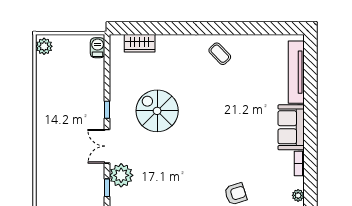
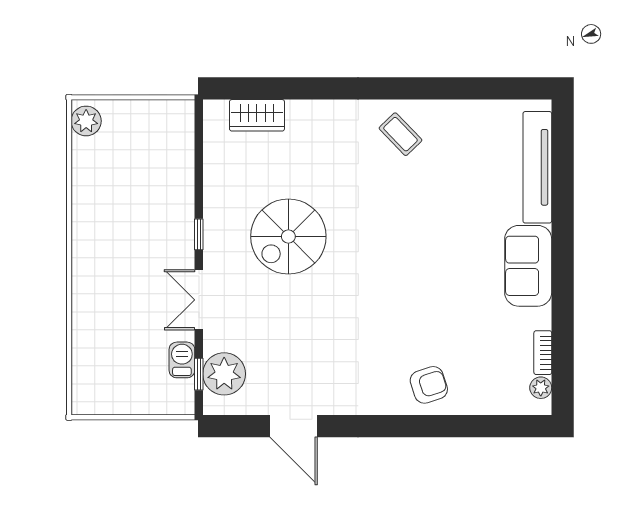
barbecue: (98, 48) -> (182, 360), moved
spiral stairs: (157, 111) -> (288, 236), turned -90
bookcase: (299, 163) -> (543, 353), moved
plant: (121, 175) -> (224, 374), moved

